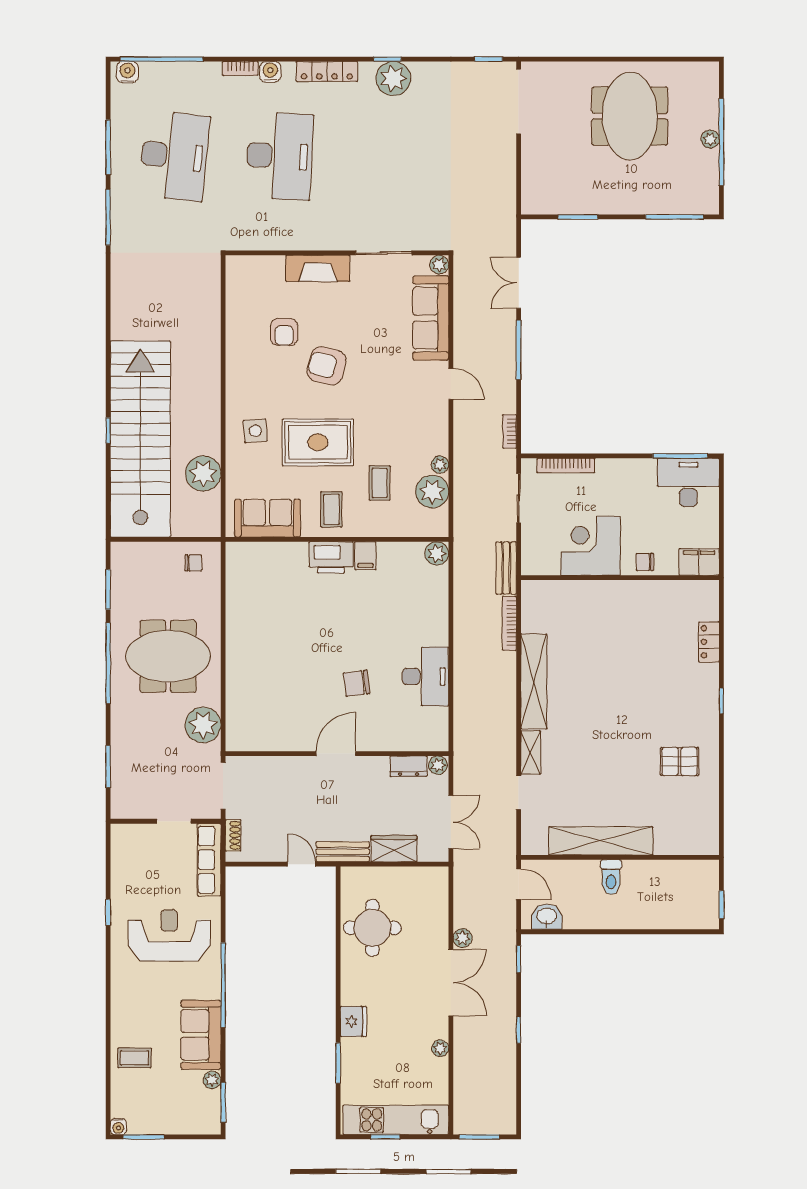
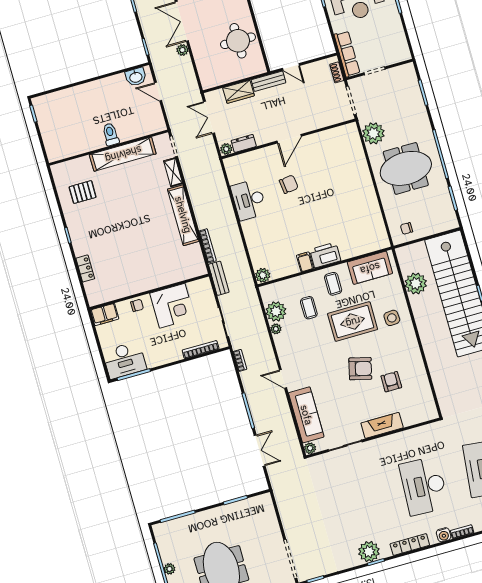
shelving: (601, 841) -> (123, 154), moved
wall: (620, 857) -> (108, 148), moved
toilet: (611, 877) -> (111, 134), moved

